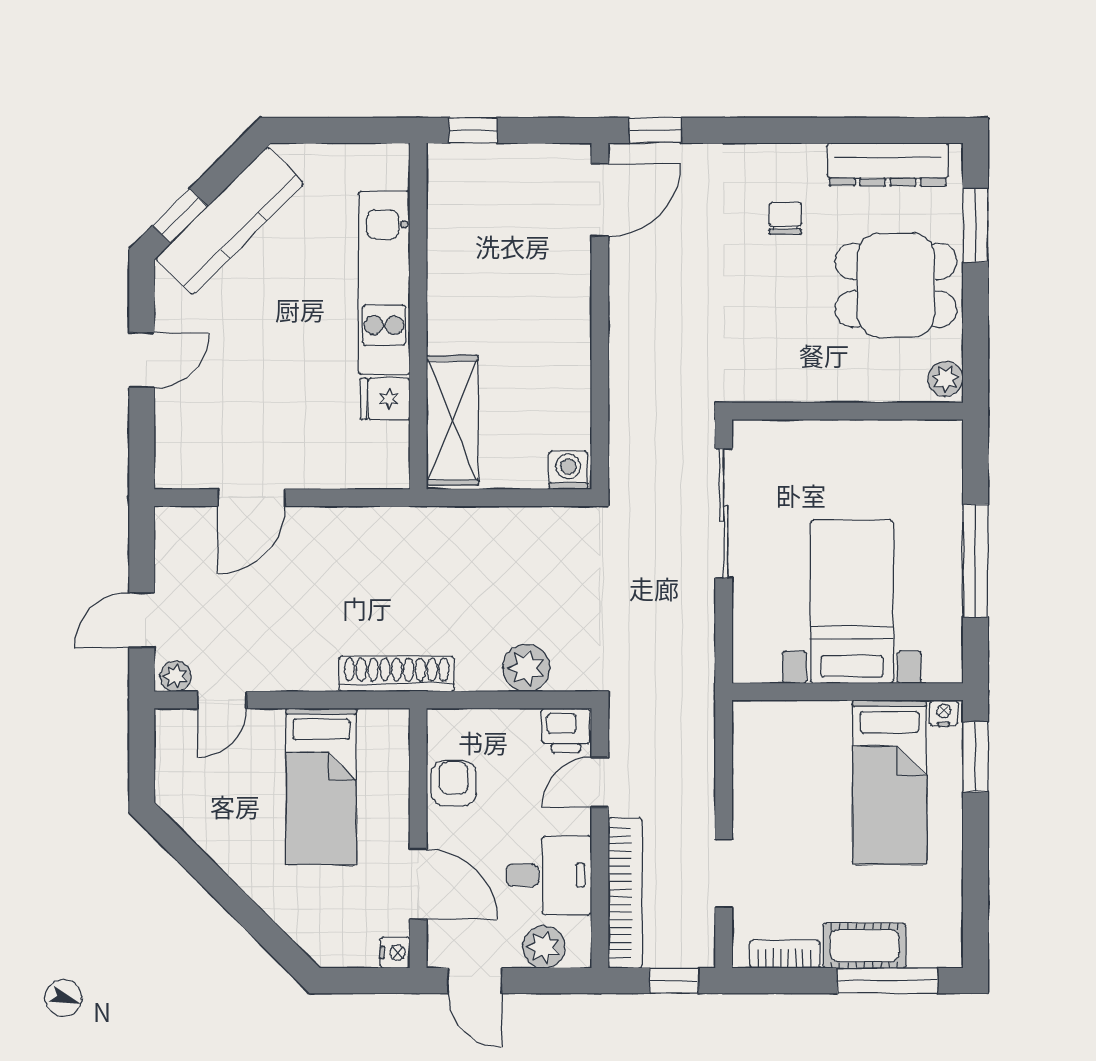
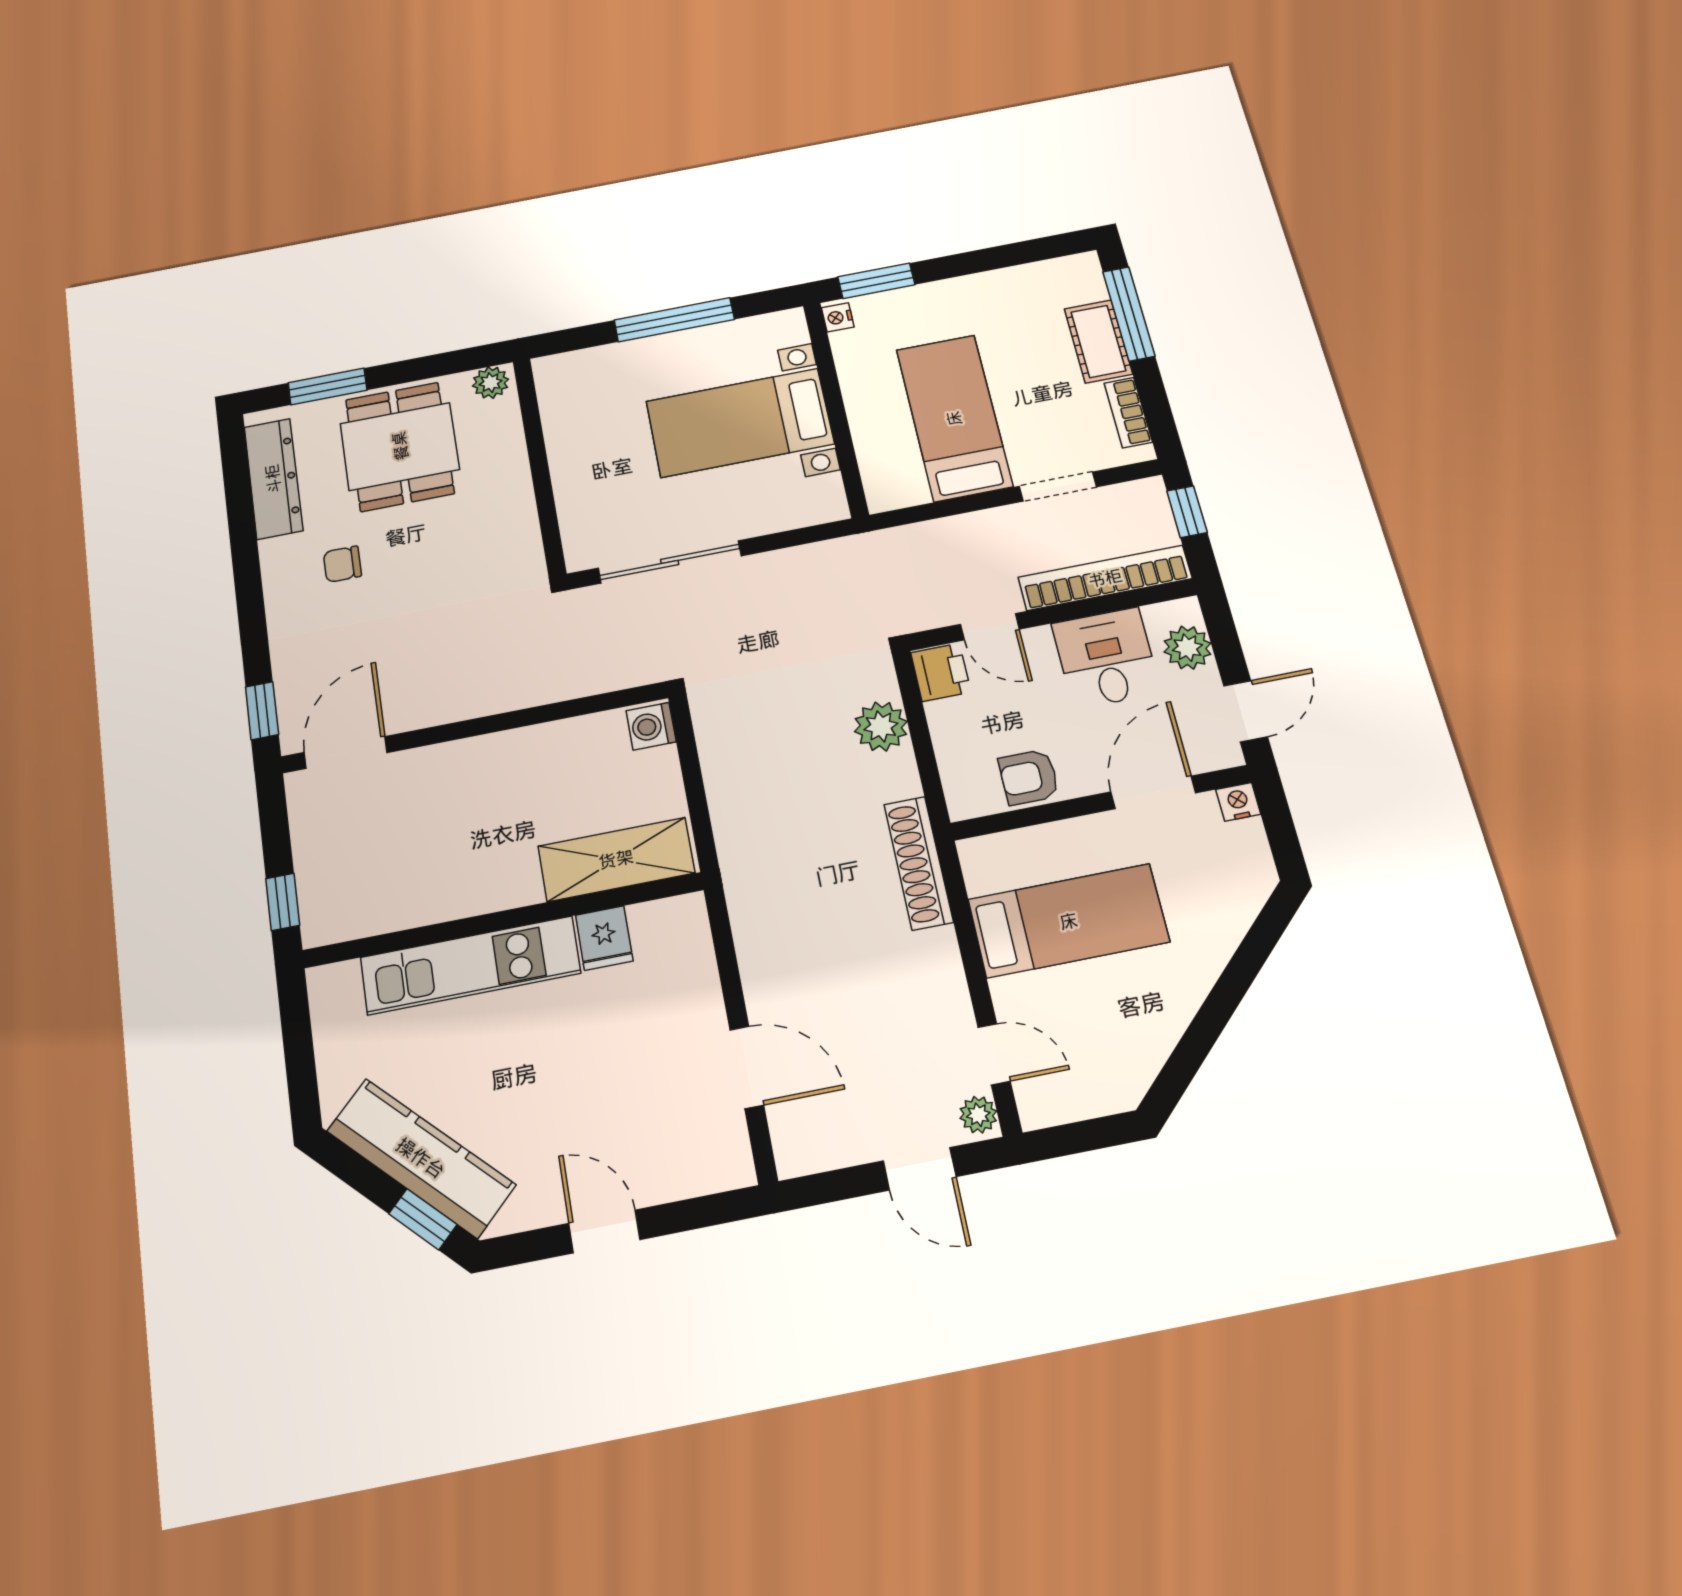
door: (600, 200) -> (346, 752), hinge flipped
bed: (890, 782) -> (954, 418), moved, turned -90

